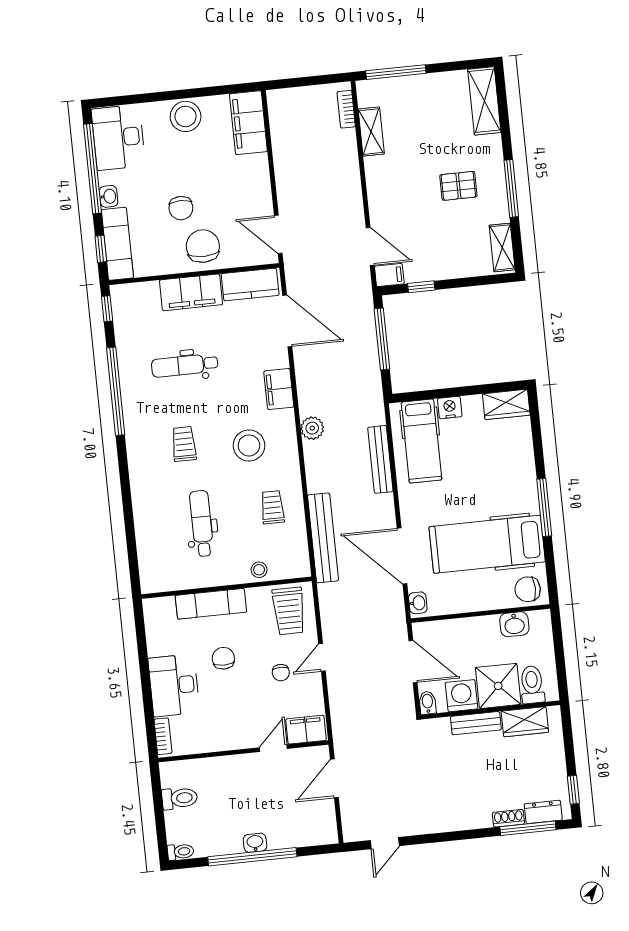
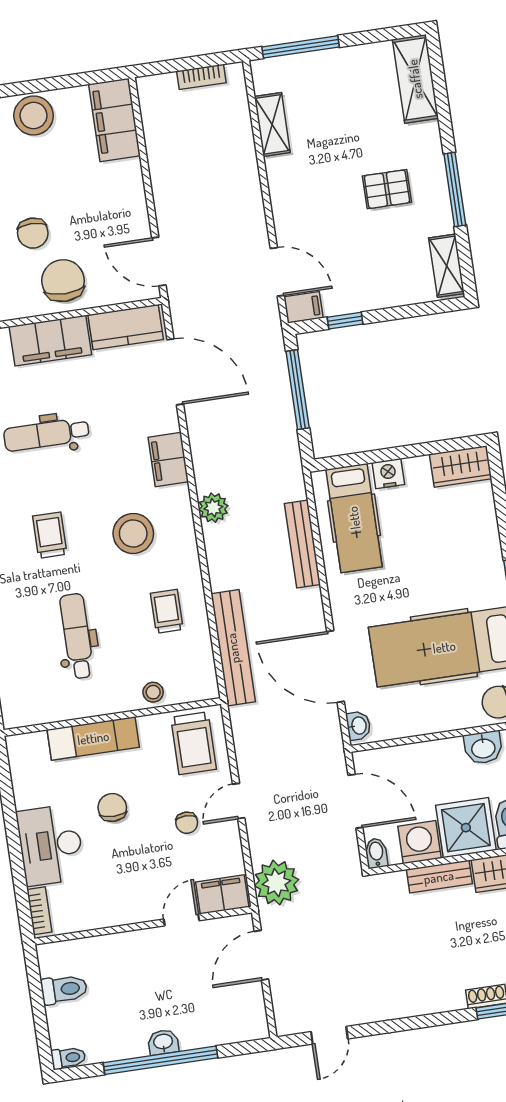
bookcase: (346, 109) -> (201, 77), moved, turned -90
plant: (349, 722) -> (276, 883), added

